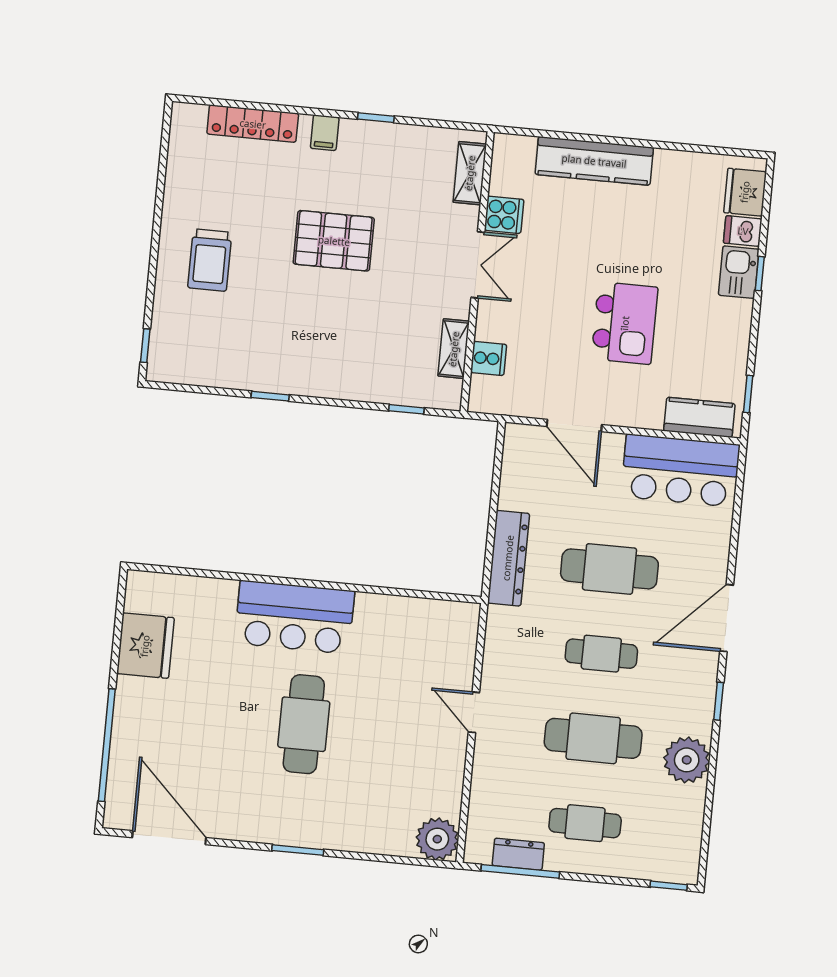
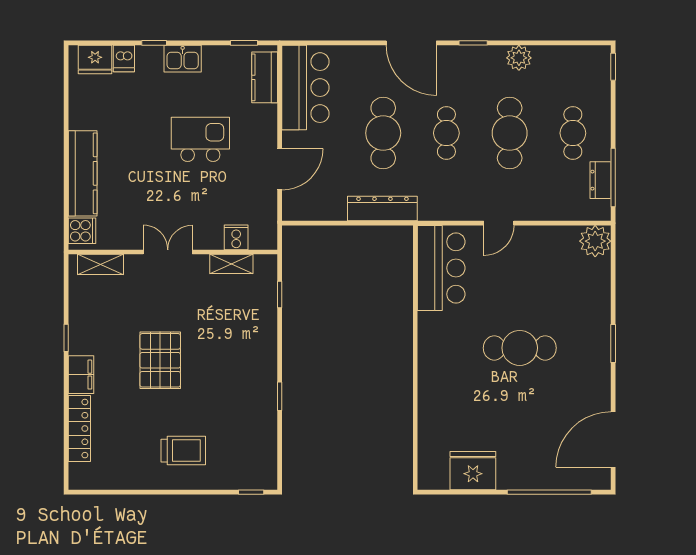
filing cabinet: (325, 133) -> (81, 375), width x2.00
cooker: (504, 215) -> (82, 231), moved, turned 90
kitchen sink: (739, 272) -> (183, 59), moved
bar counter: (295, 617) -> (441, 268), moved
plant: (687, 760) -> (519, 58), width x0.73, depth x0.73

